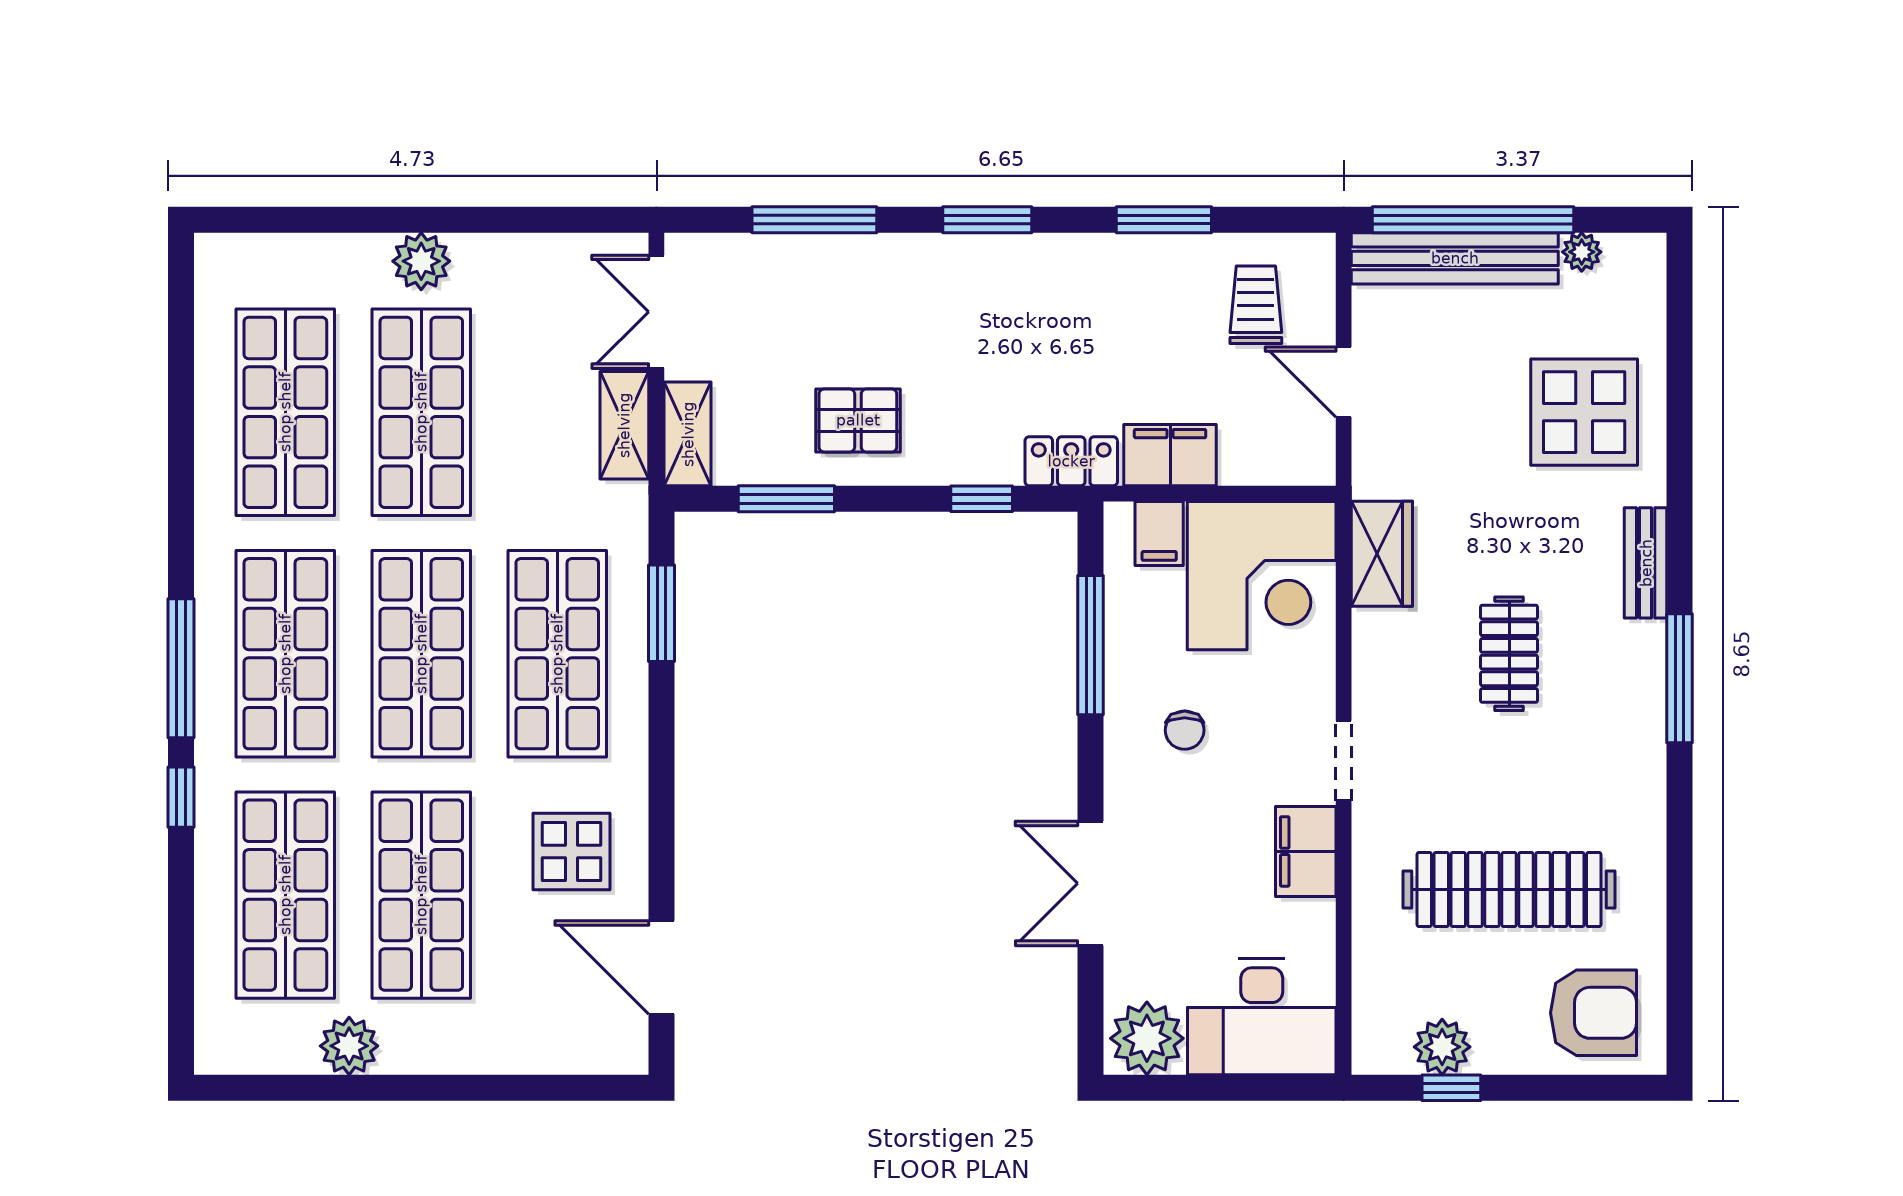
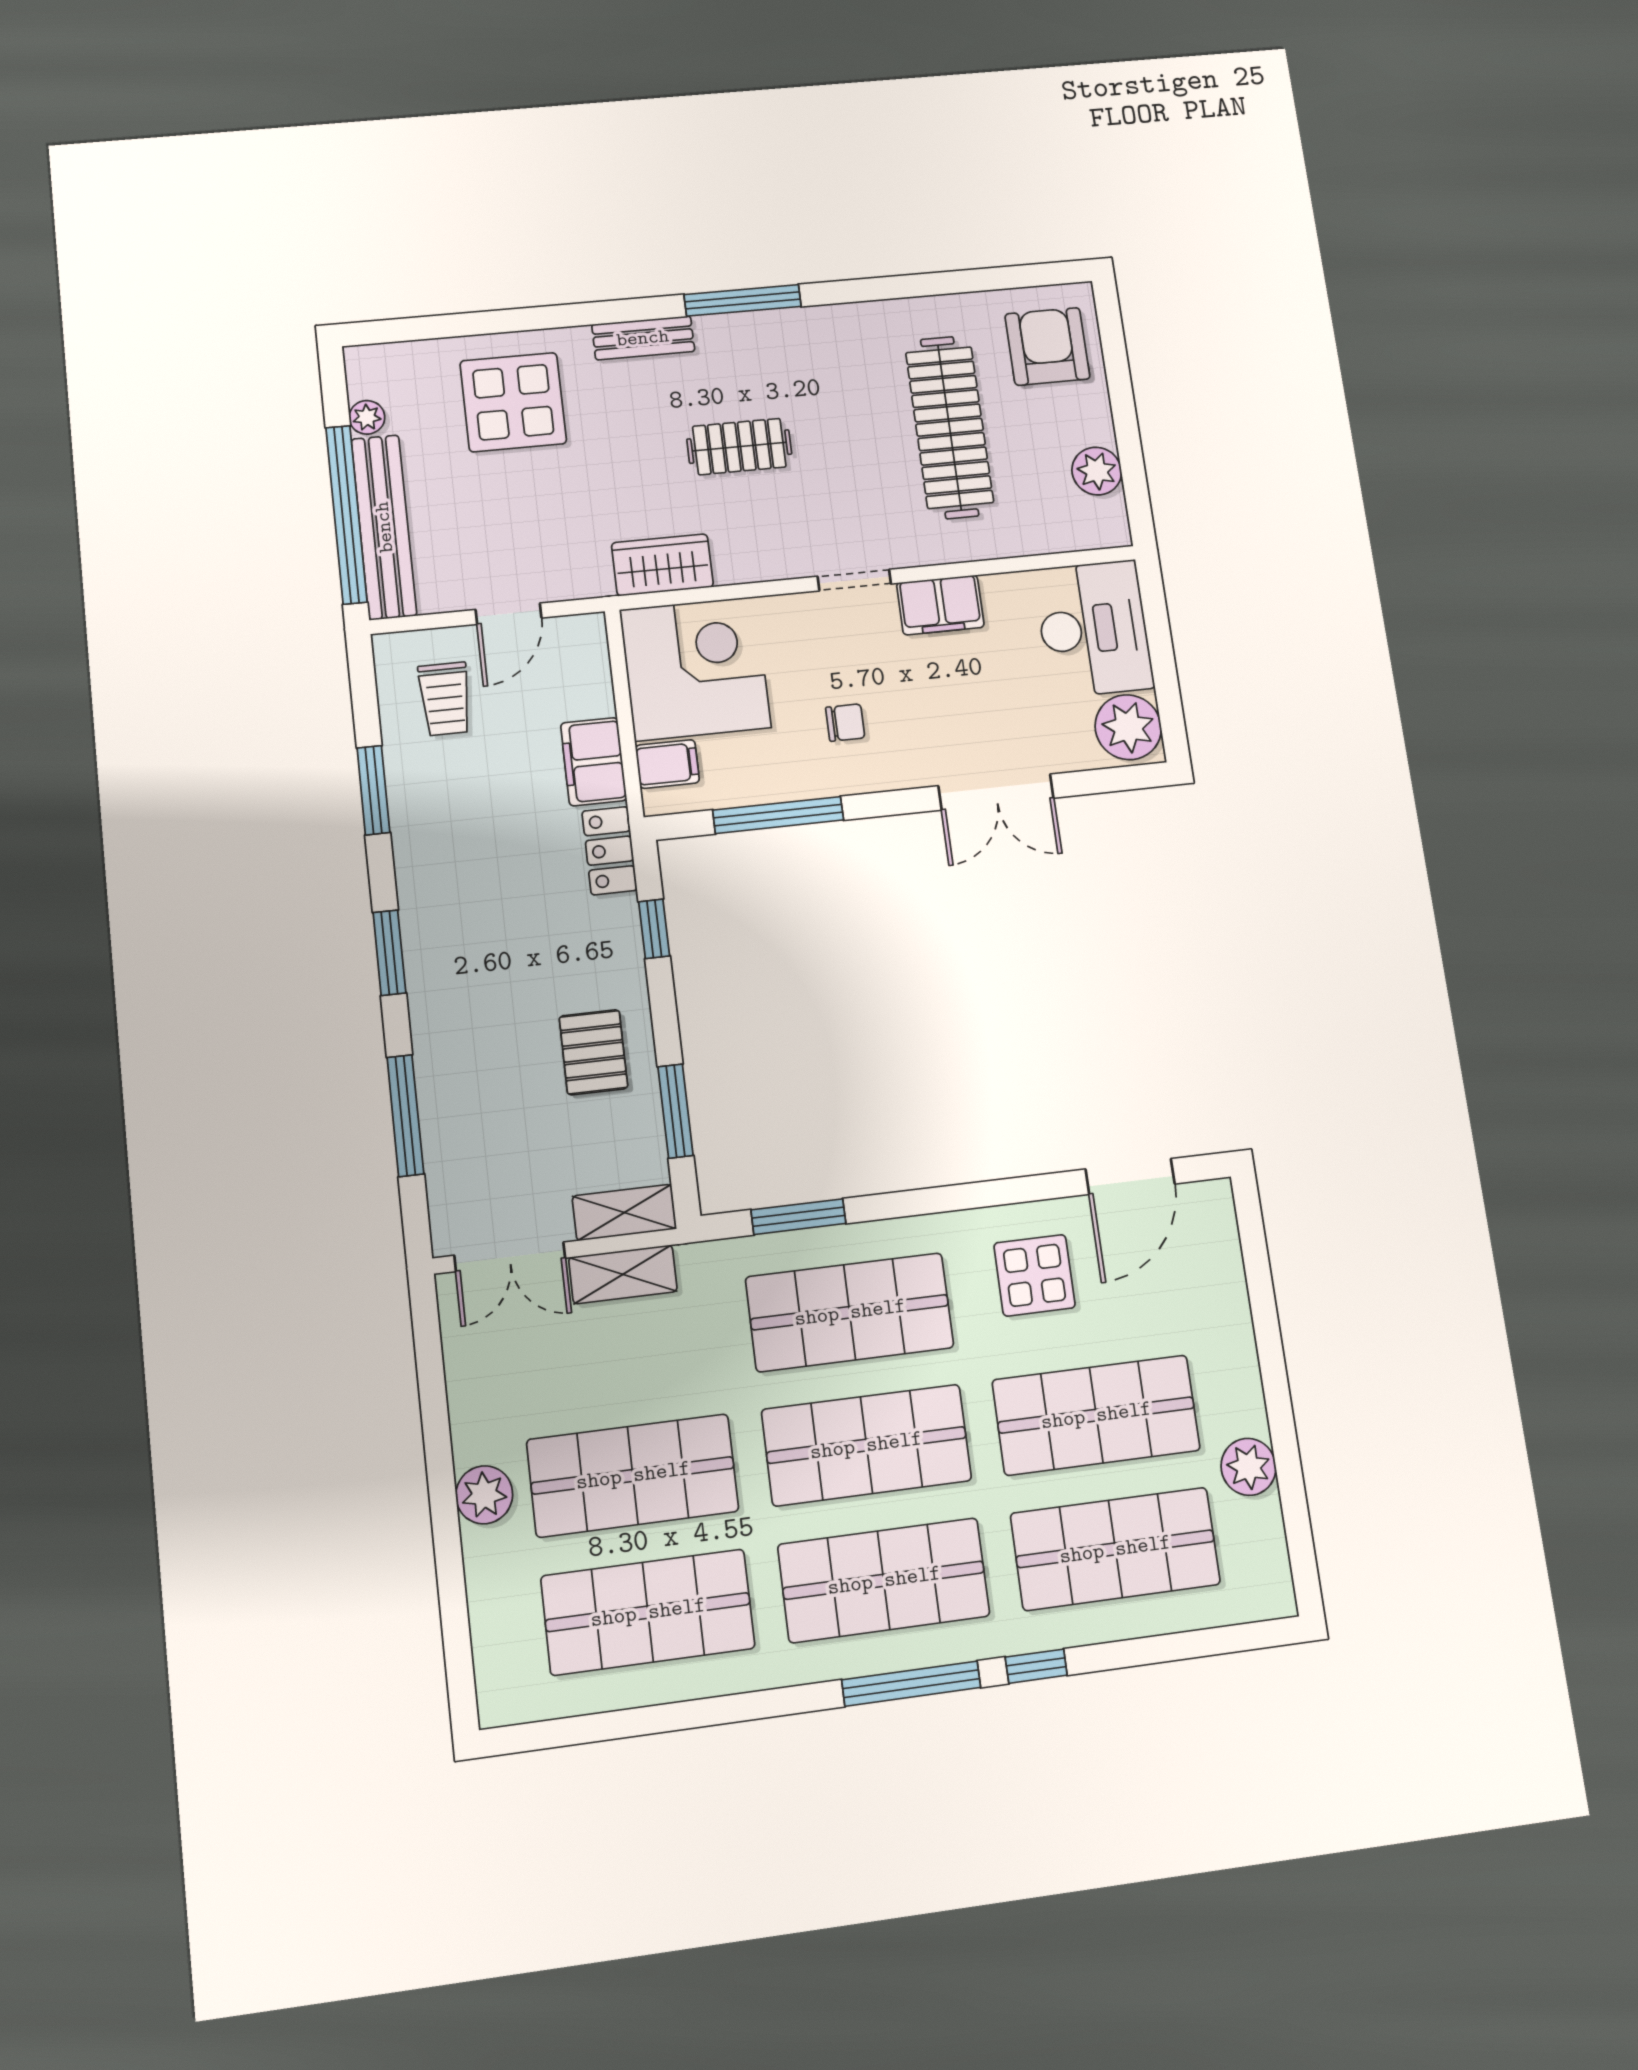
trolley: (1256, 305) -> (445, 699), turned -90
window: (1451, 1088) -> (1131, 460), removed

